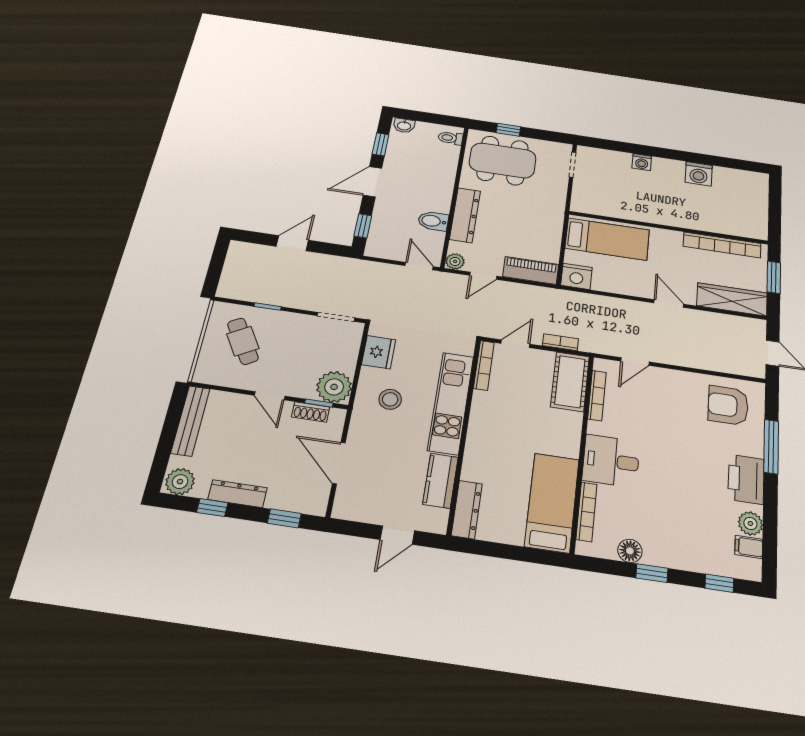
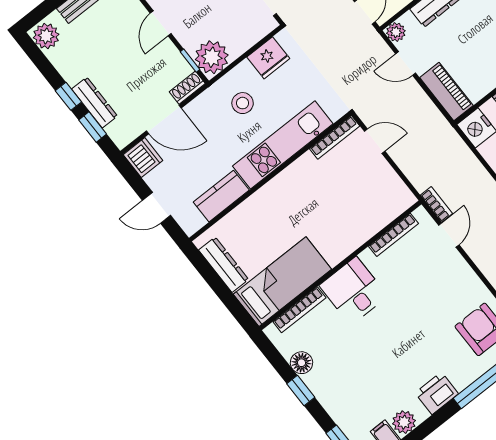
bookcase: (560, 342) -> (436, 204), moved
door: (635, 362) -> (449, 235), swing flipped
cot: (570, 382) -> (385, 207), removed
shoe rack: (311, 412) -> (187, 88), moved, turned 90
door: (339, 463) -> (164, 119), swing flipped
printer: (746, 479) -> (437, 393), width x0.73, depth x0.84
dresser: (238, 494) -> (94, 103), moved
dishwasher: (349, 506) -> (143, 158), added
window: (212, 508) -> (68, 96), moved
dresser: (467, 510) -> (224, 265), moved, turned -90

